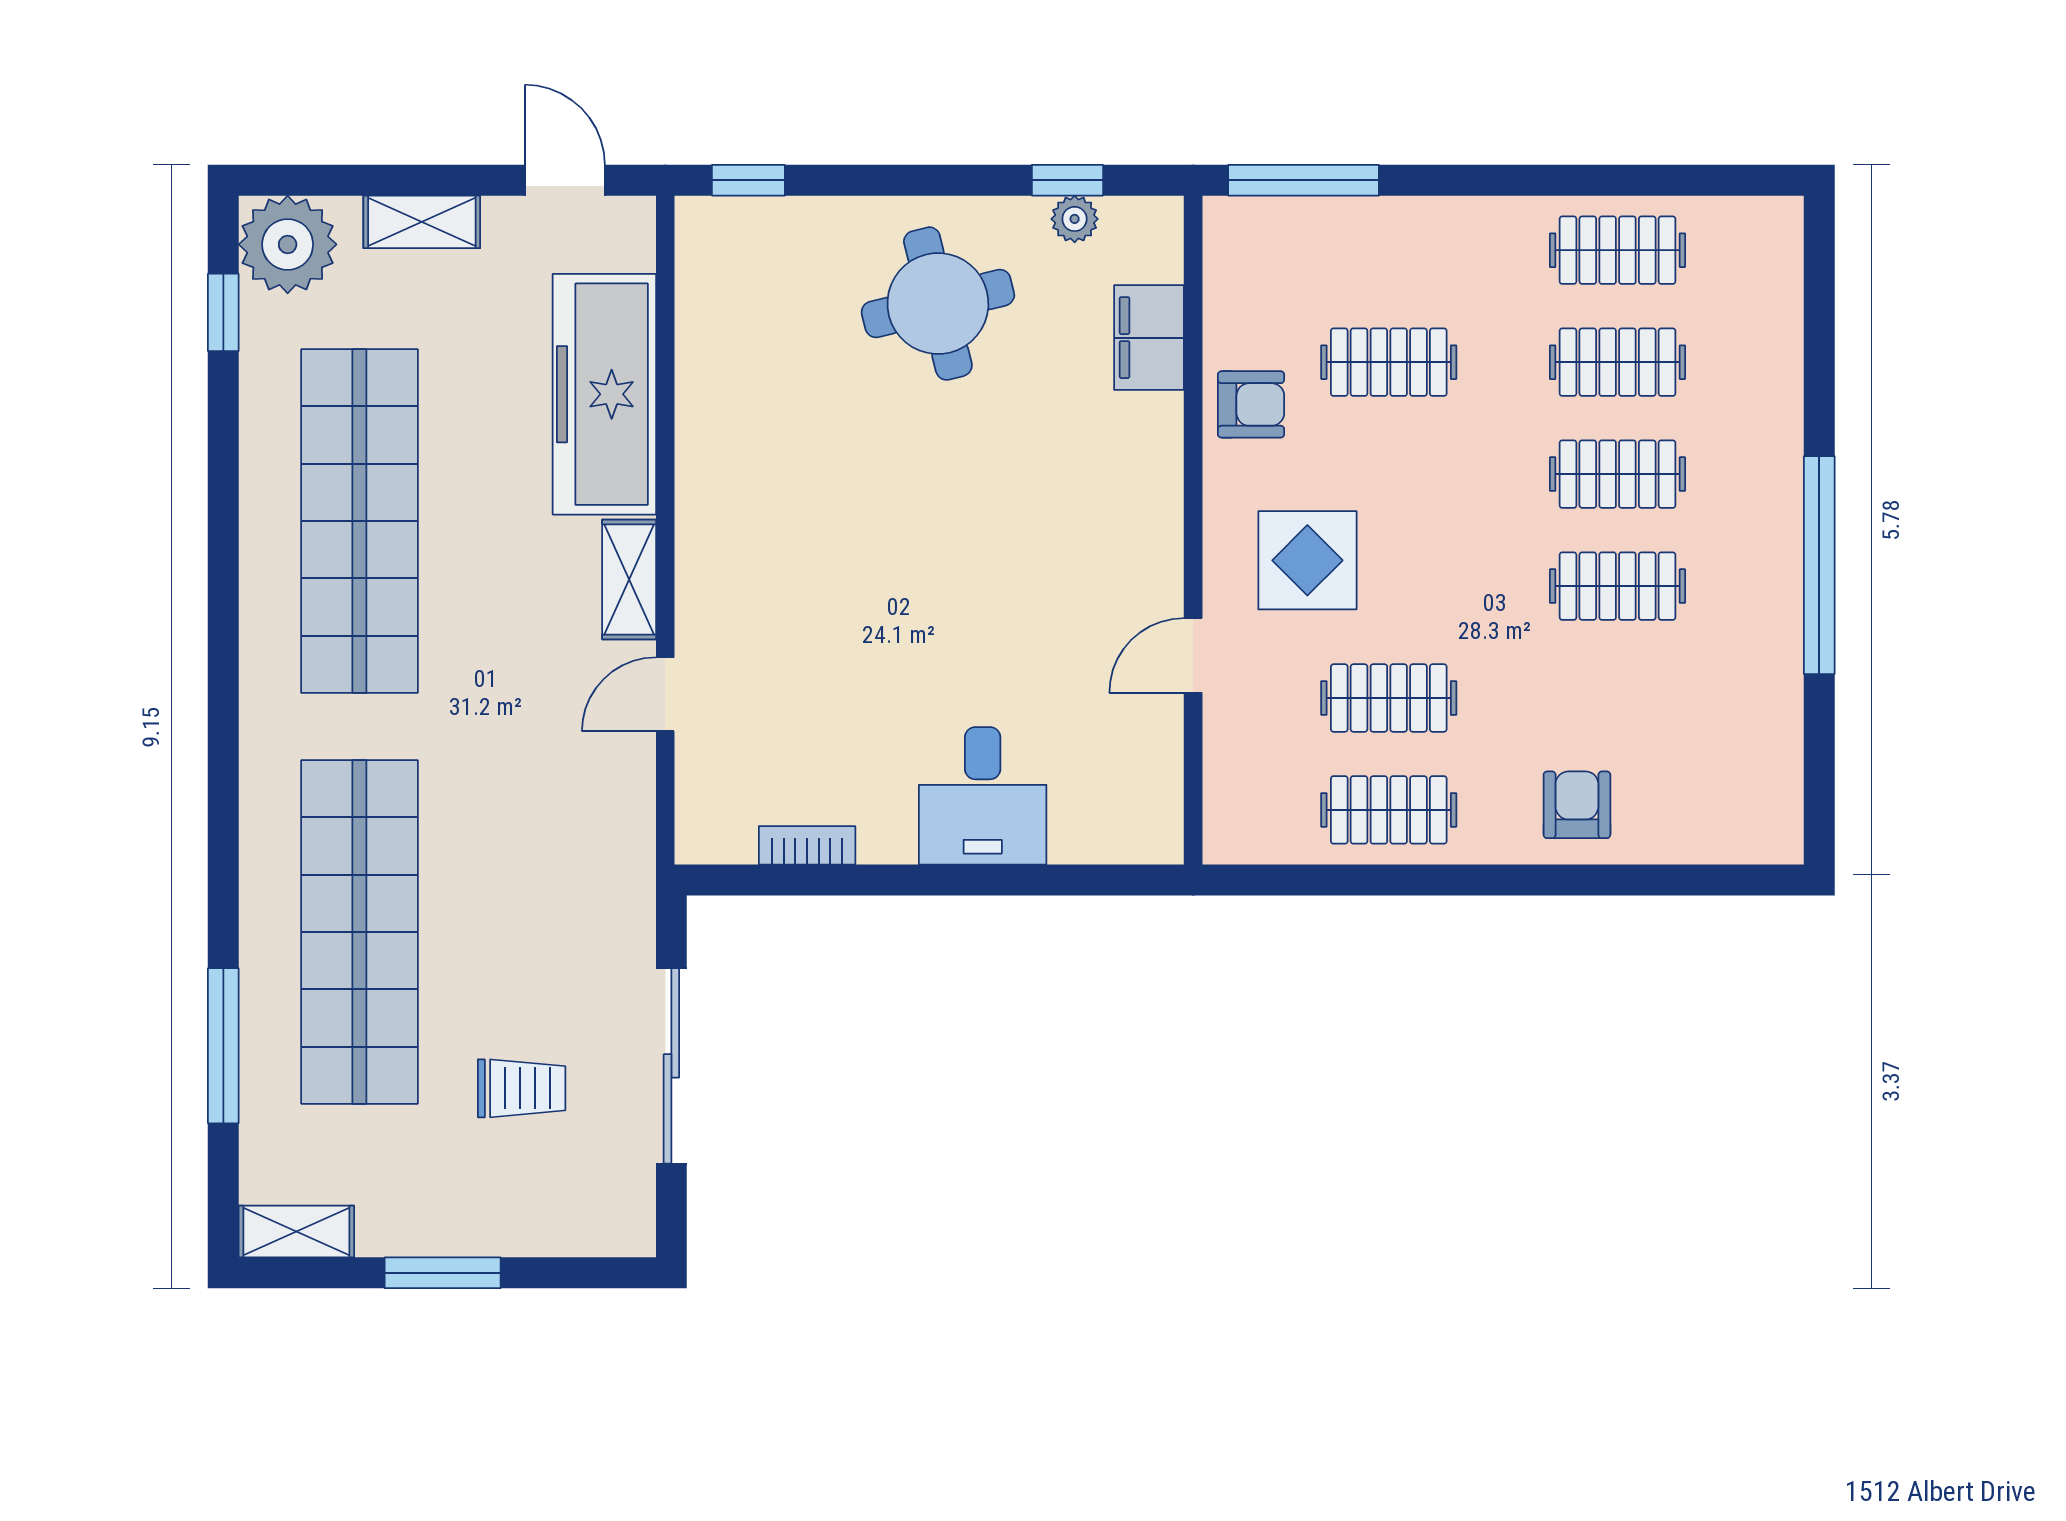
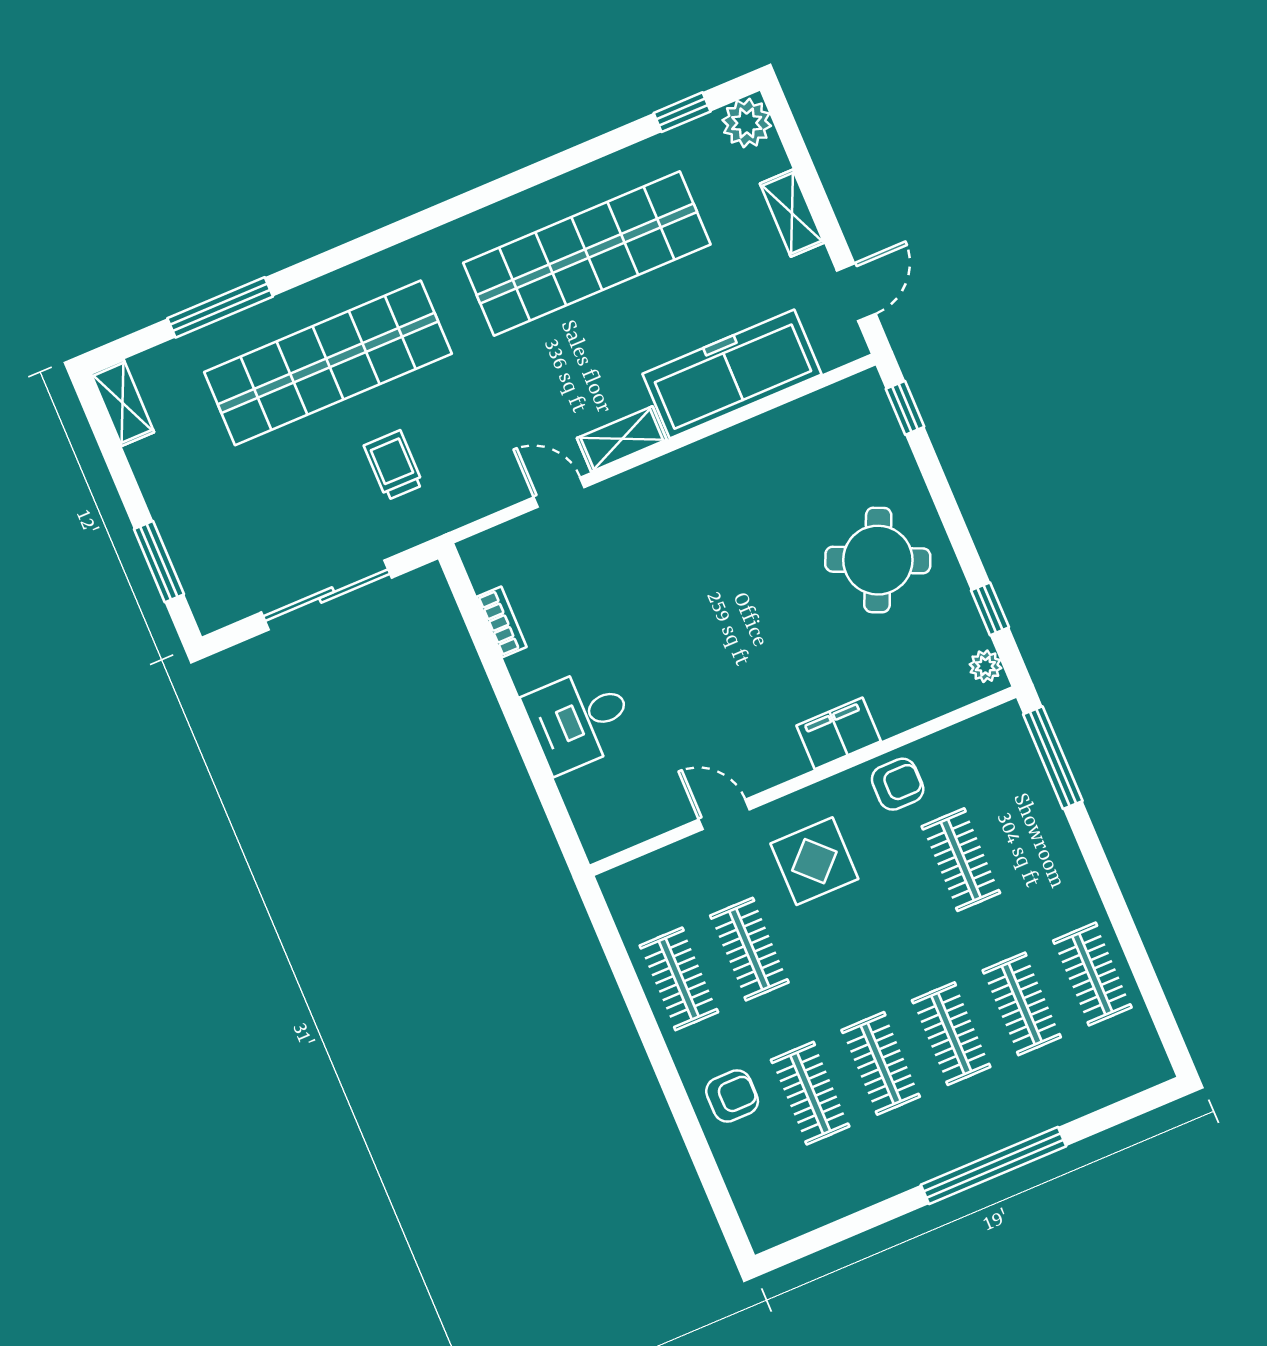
plant: (1075, 219) -> (985, 666), moved
plant: (288, 244) -> (747, 123), width x0.73, depth x0.73
round table: (938, 304) -> (878, 560), turned 38
filing cabinet: (1149, 338) -> (839, 733), moved
armchair: (1251, 404) -> (898, 784), turned -90
window: (1819, 565) -> (993, 1165), moved
clothes rail: (1618, 698) -> (810, 1093), added
trolley: (522, 1088) -> (394, 465), moved, turned 180
window: (443, 1273) -> (159, 562), moved

